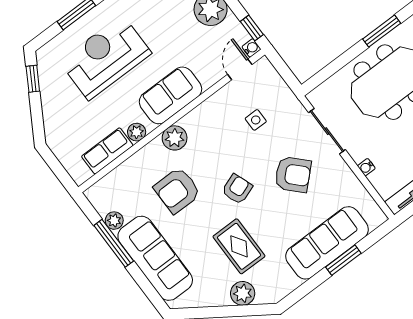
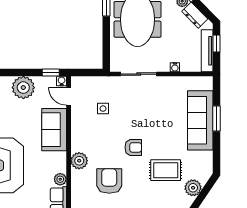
sofa: (171, 95) -> (54, 130), moved
armchair: (293, 175) -> (148, 111), removed
armchair: (237, 189) -> (133, 147), turned 110
armchair: (177, 190) -> (109, 181), turned 180

